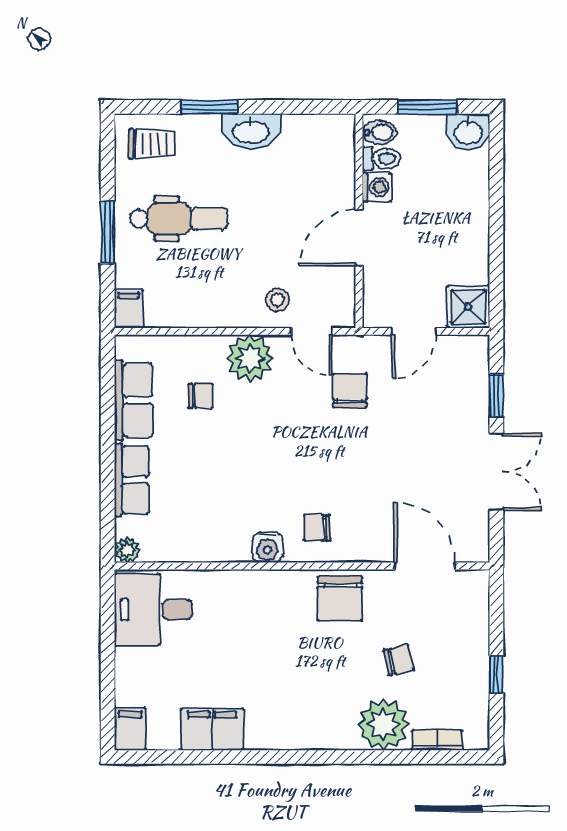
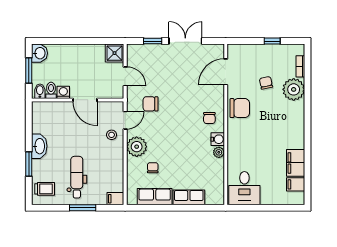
trolley: (152, 144) -> (45, 189), turned 90
plant: (127, 550) -> (219, 152), moved
filing cabinet: (130, 729) -> (296, 184), moved

